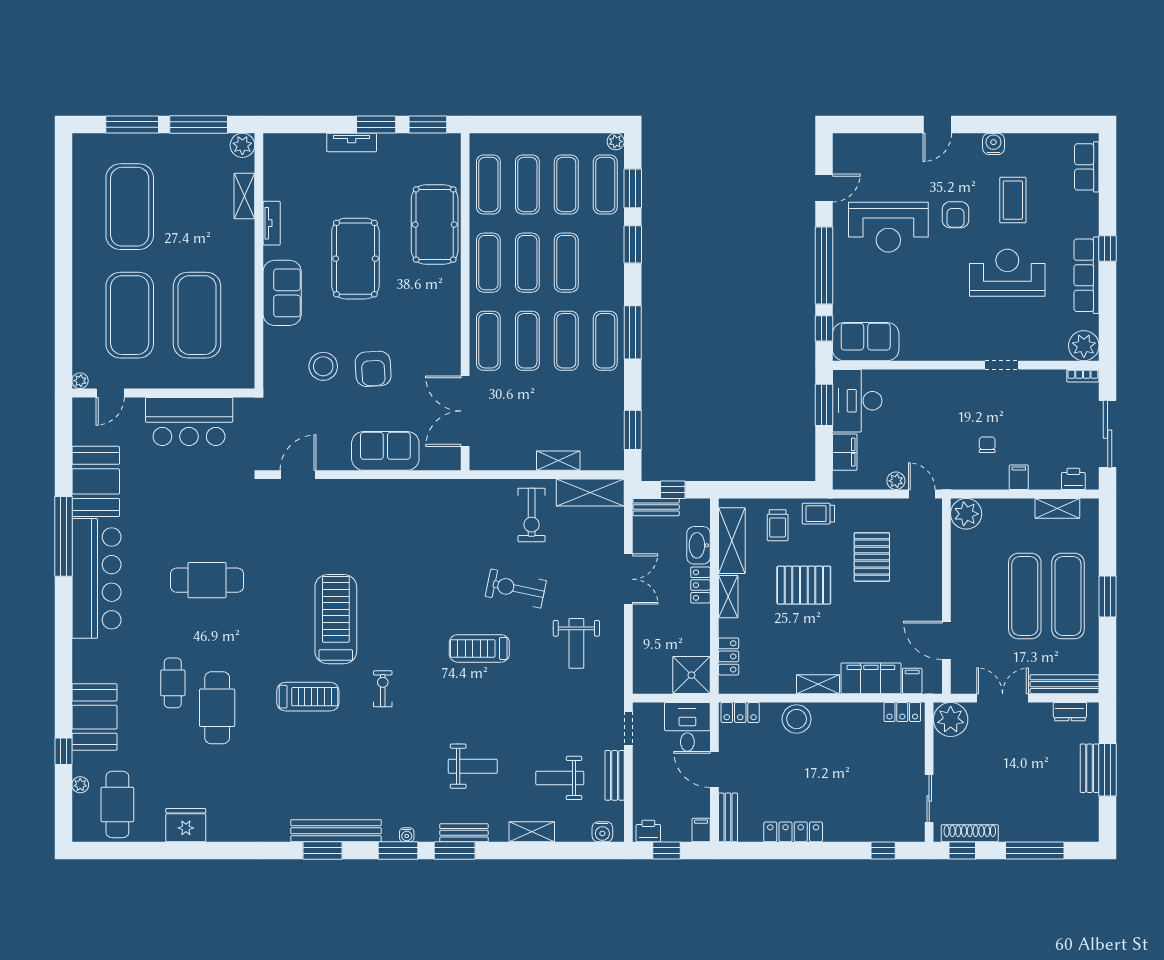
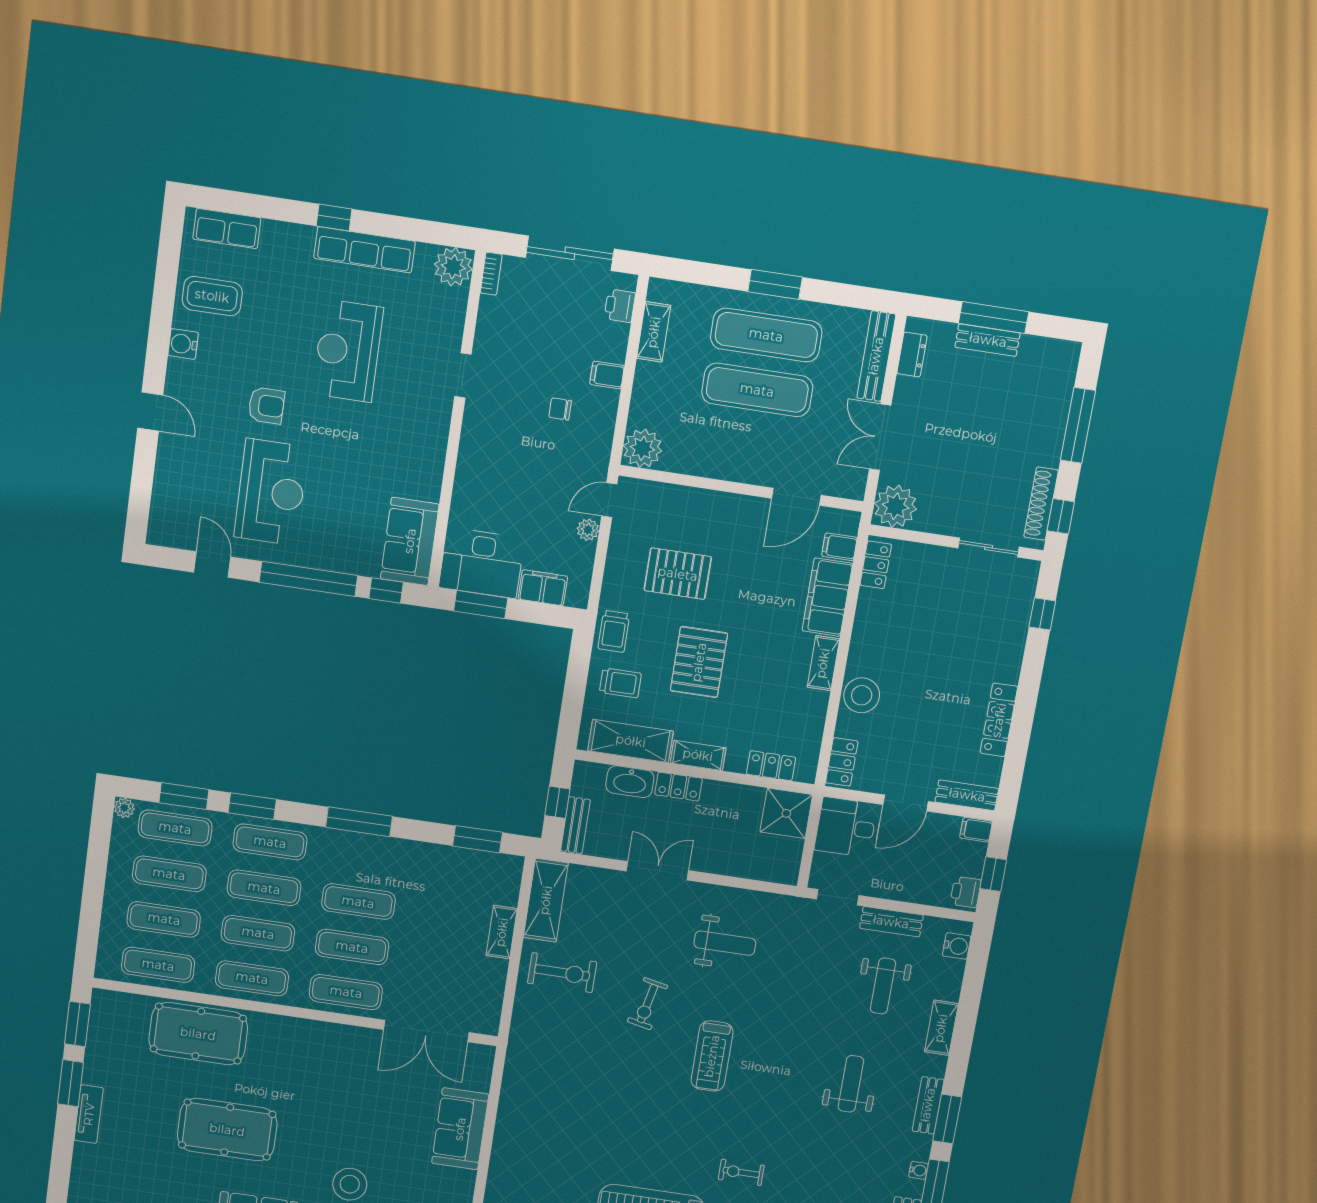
coffee table: (1013, 200) -> (212, 296), moved
exercise mat: (605, 341) -> (270, 842), moved
armchair: (373, 369) -> (361, 1128), removed
exercise bike: (516, 589) -> (647, 1004), width x0.73, depth x0.72

